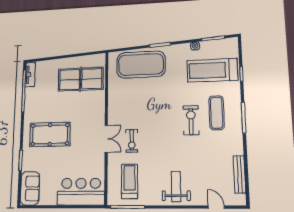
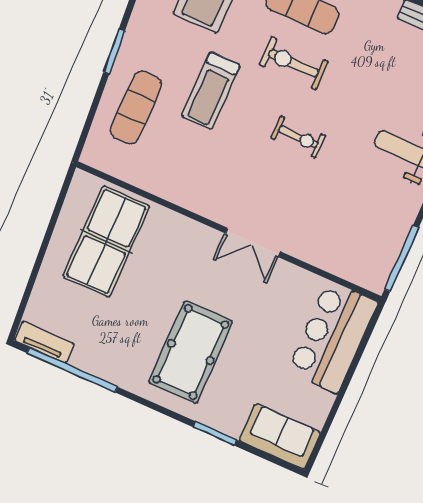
exercise mat: (141, 65) -> (136, 107), width x0.50, depth x0.69
double door: (106, 139) -> (253, 242), swing flipped
exercise bike: (132, 141) -> (298, 137), moved
treadmill: (129, 181) -> (211, 91), moved, turned -90

